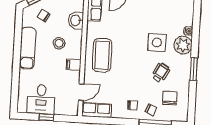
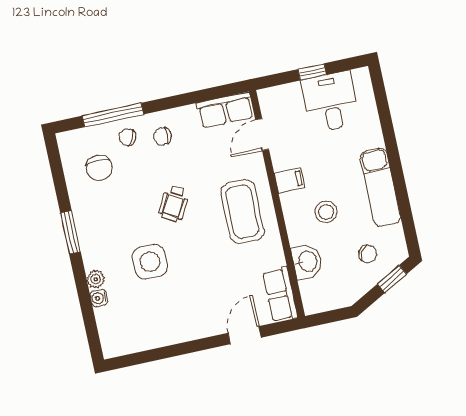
plant: (183, 45) -> (96, 279), width x0.53, depth x0.53
wheelchair: (161, 73) -> (174, 204), moved

